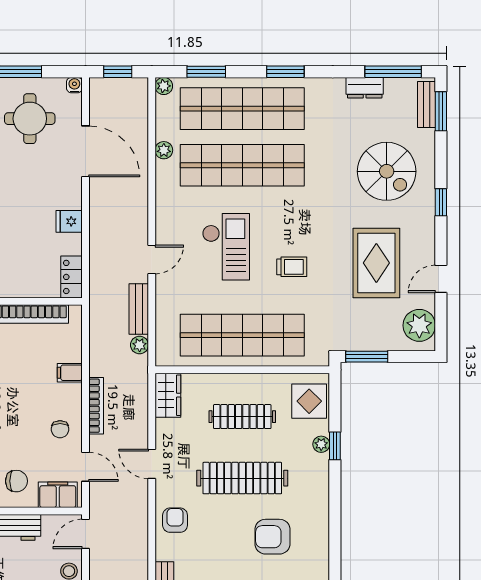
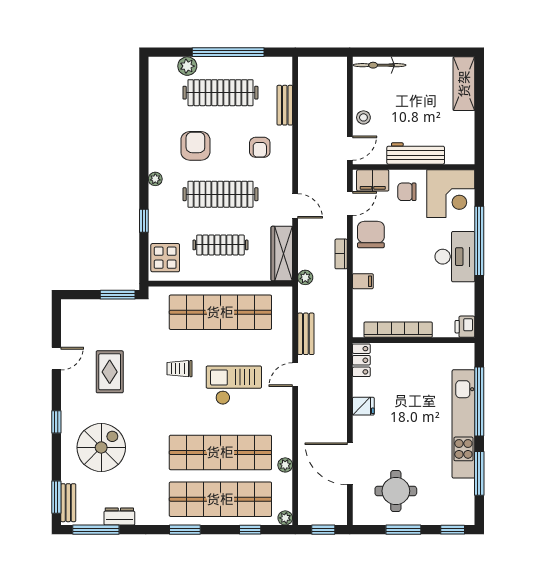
window: (206, 72) -> (250, 530), width x0.67
water cooler: (74, 85) -> (359, 519), removed
spiral stairs: (387, 171) -> (101, 447), turned 90
checkout: (226, 247) -> (234, 385), turned 90
rug: (376, 263) -> (110, 372), width x0.73, depth x0.70
plant: (419, 325) -> (74, 320), removed
plant: (140, 345) -> (305, 277), moved
wardrobe: (168, 395) -> (282, 254), width x1.50
bookcase: (96, 406) -> (341, 254), width x0.64
chair: (60, 429) -> (371, 235), width x1.87, depth x1.87
plant: (321, 444) -> (155, 179), moved
door: (86, 467) -> (350, 204), swing flipped
armchair: (175, 520) -> (260, 147), moved
armchair: (272, 537) -> (195, 146), turned -90

